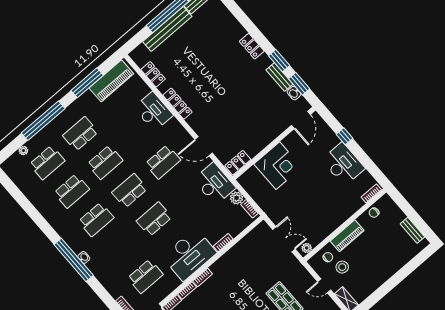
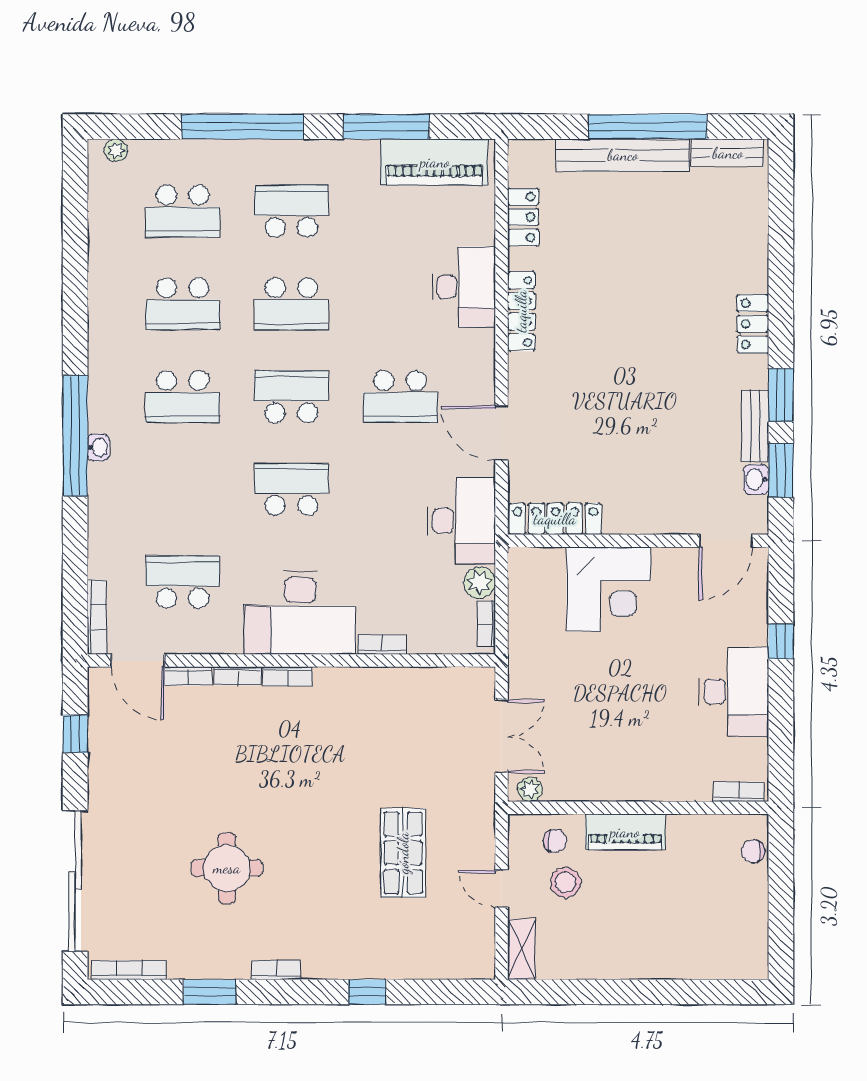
plant: (23, 151) -> (116, 150), moved
locker: (238, 163) -> (555, 519), width x1.53
chair: (374, 213) -> (753, 851), moved
bench: (412, 230) -> (756, 927), removed
school desk: (145, 276) -> (183, 582), turned 180

